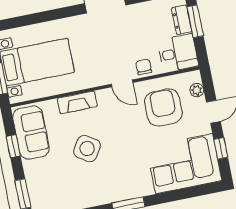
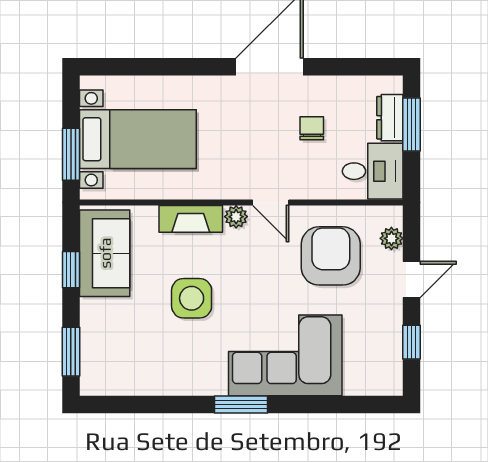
chair: (144, 67) -> (312, 128), moved
plant: (103, 96) -> (236, 217), added
side table: (87, 149) -> (192, 298), turned -33
corner sofa: (184, 164) -> (285, 355), moved

